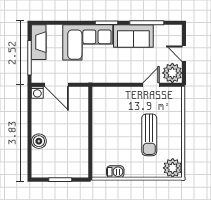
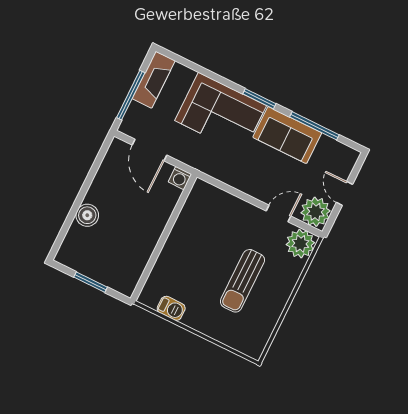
washing machine: (37, 92) -> (180, 178), moved
plant: (173, 168) -> (300, 244), moved

